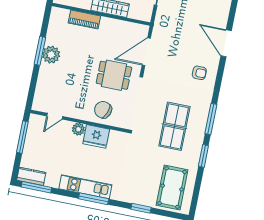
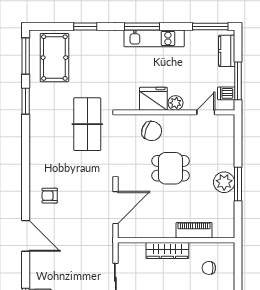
dining table: (114, 75) -> (171, 168), moved
window: (211, 119) -> (26, 56), moved
table tennis table: (174, 126) -> (87, 124), moved
dishwasher: (34, 129) -> (226, 93), added
kitchen counter: (31, 176) -> (227, 51), moved, turned 90

